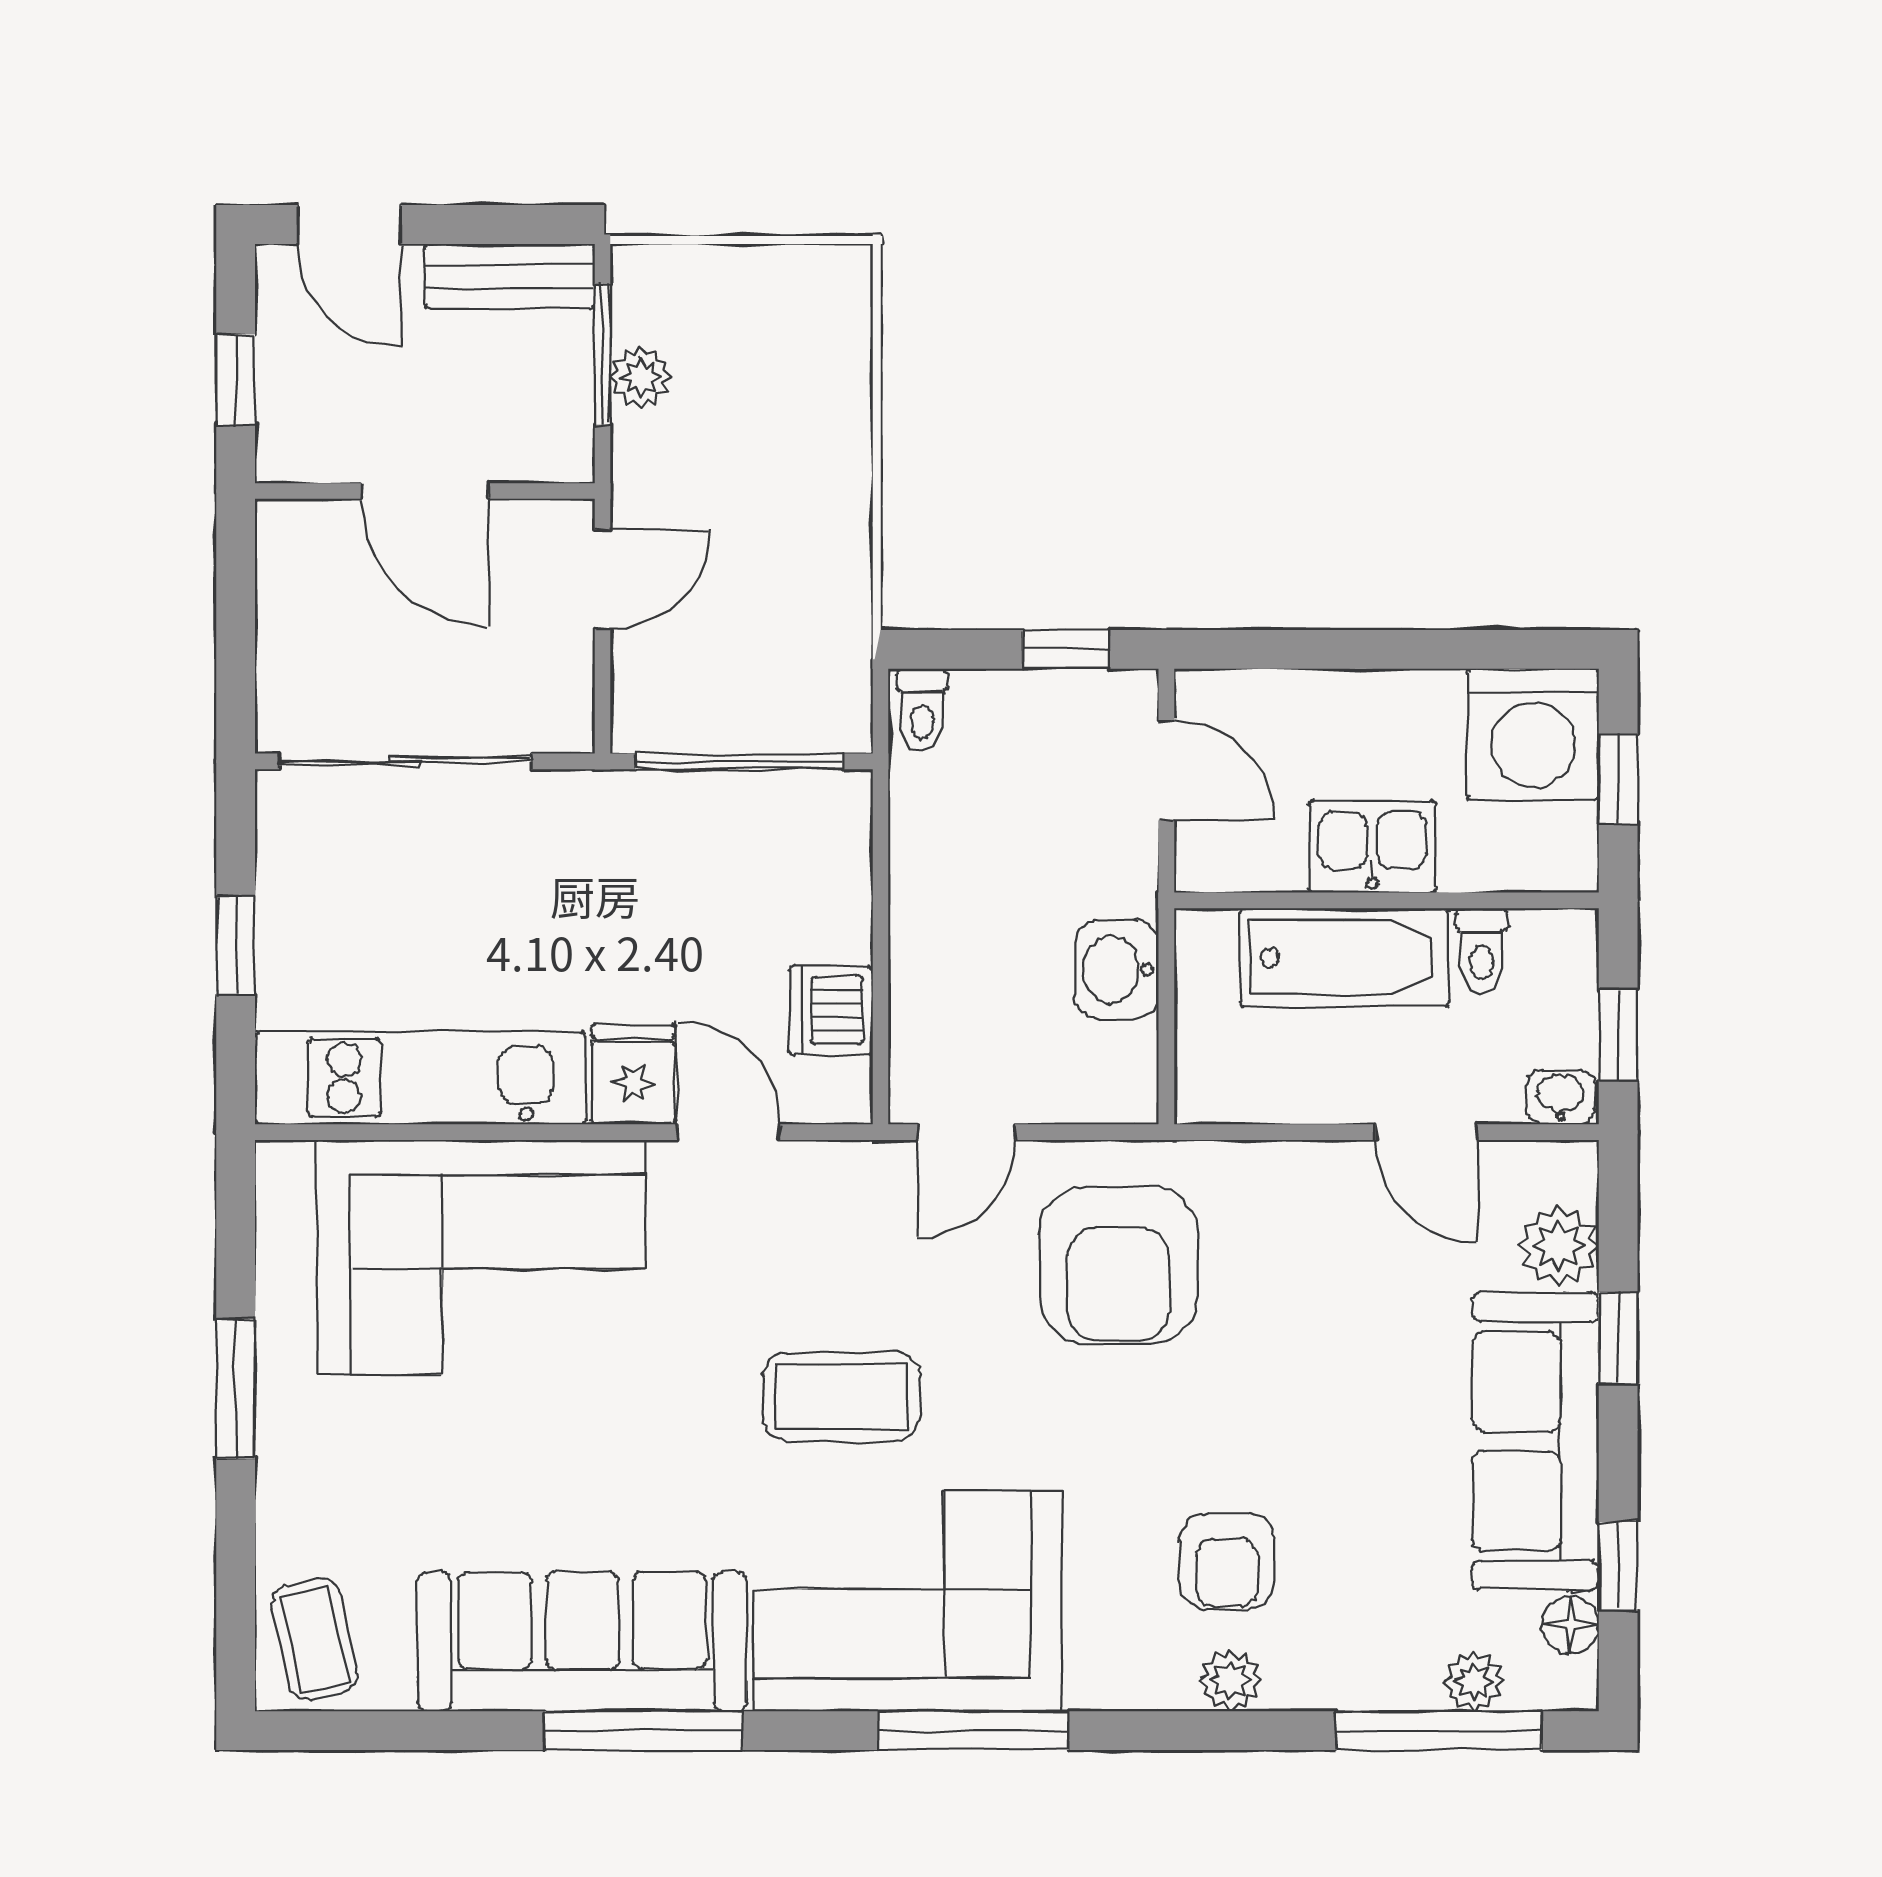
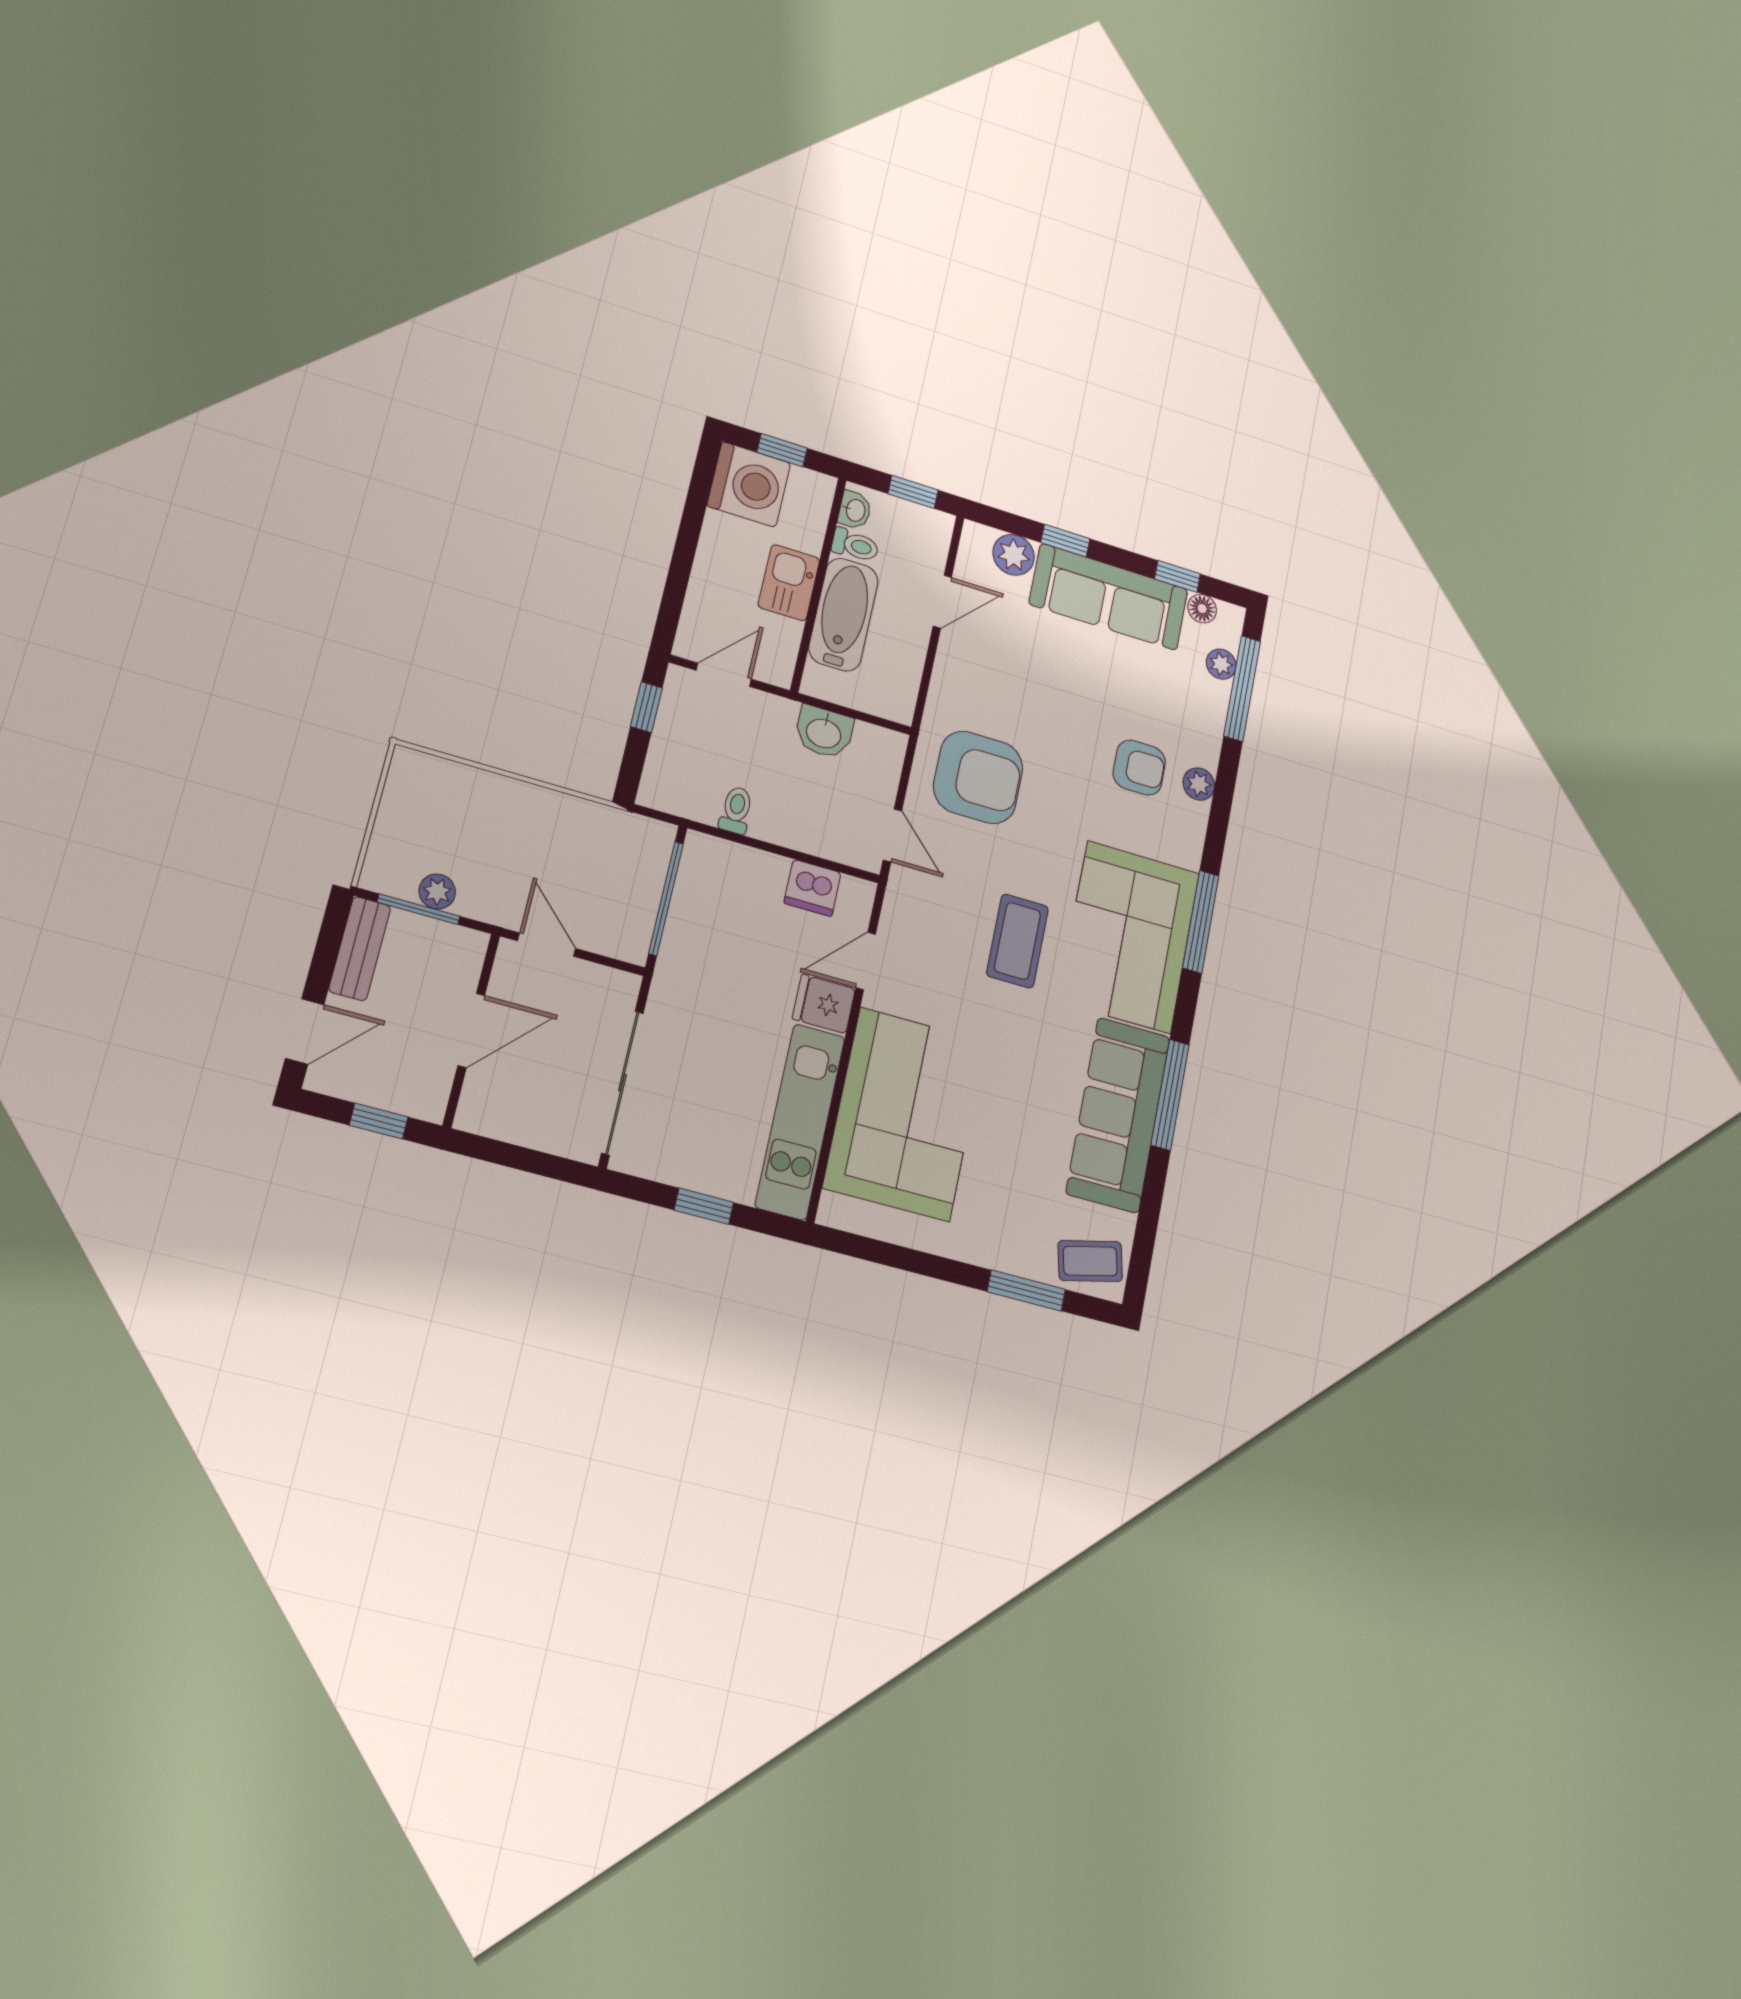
toilet: (922, 710) -> (736, 810), moved, turned -90
washbasin: (1560, 1097) -> (855, 510), moved, turned 180
window: (236, 1389) -> (1026, 1291), moved

